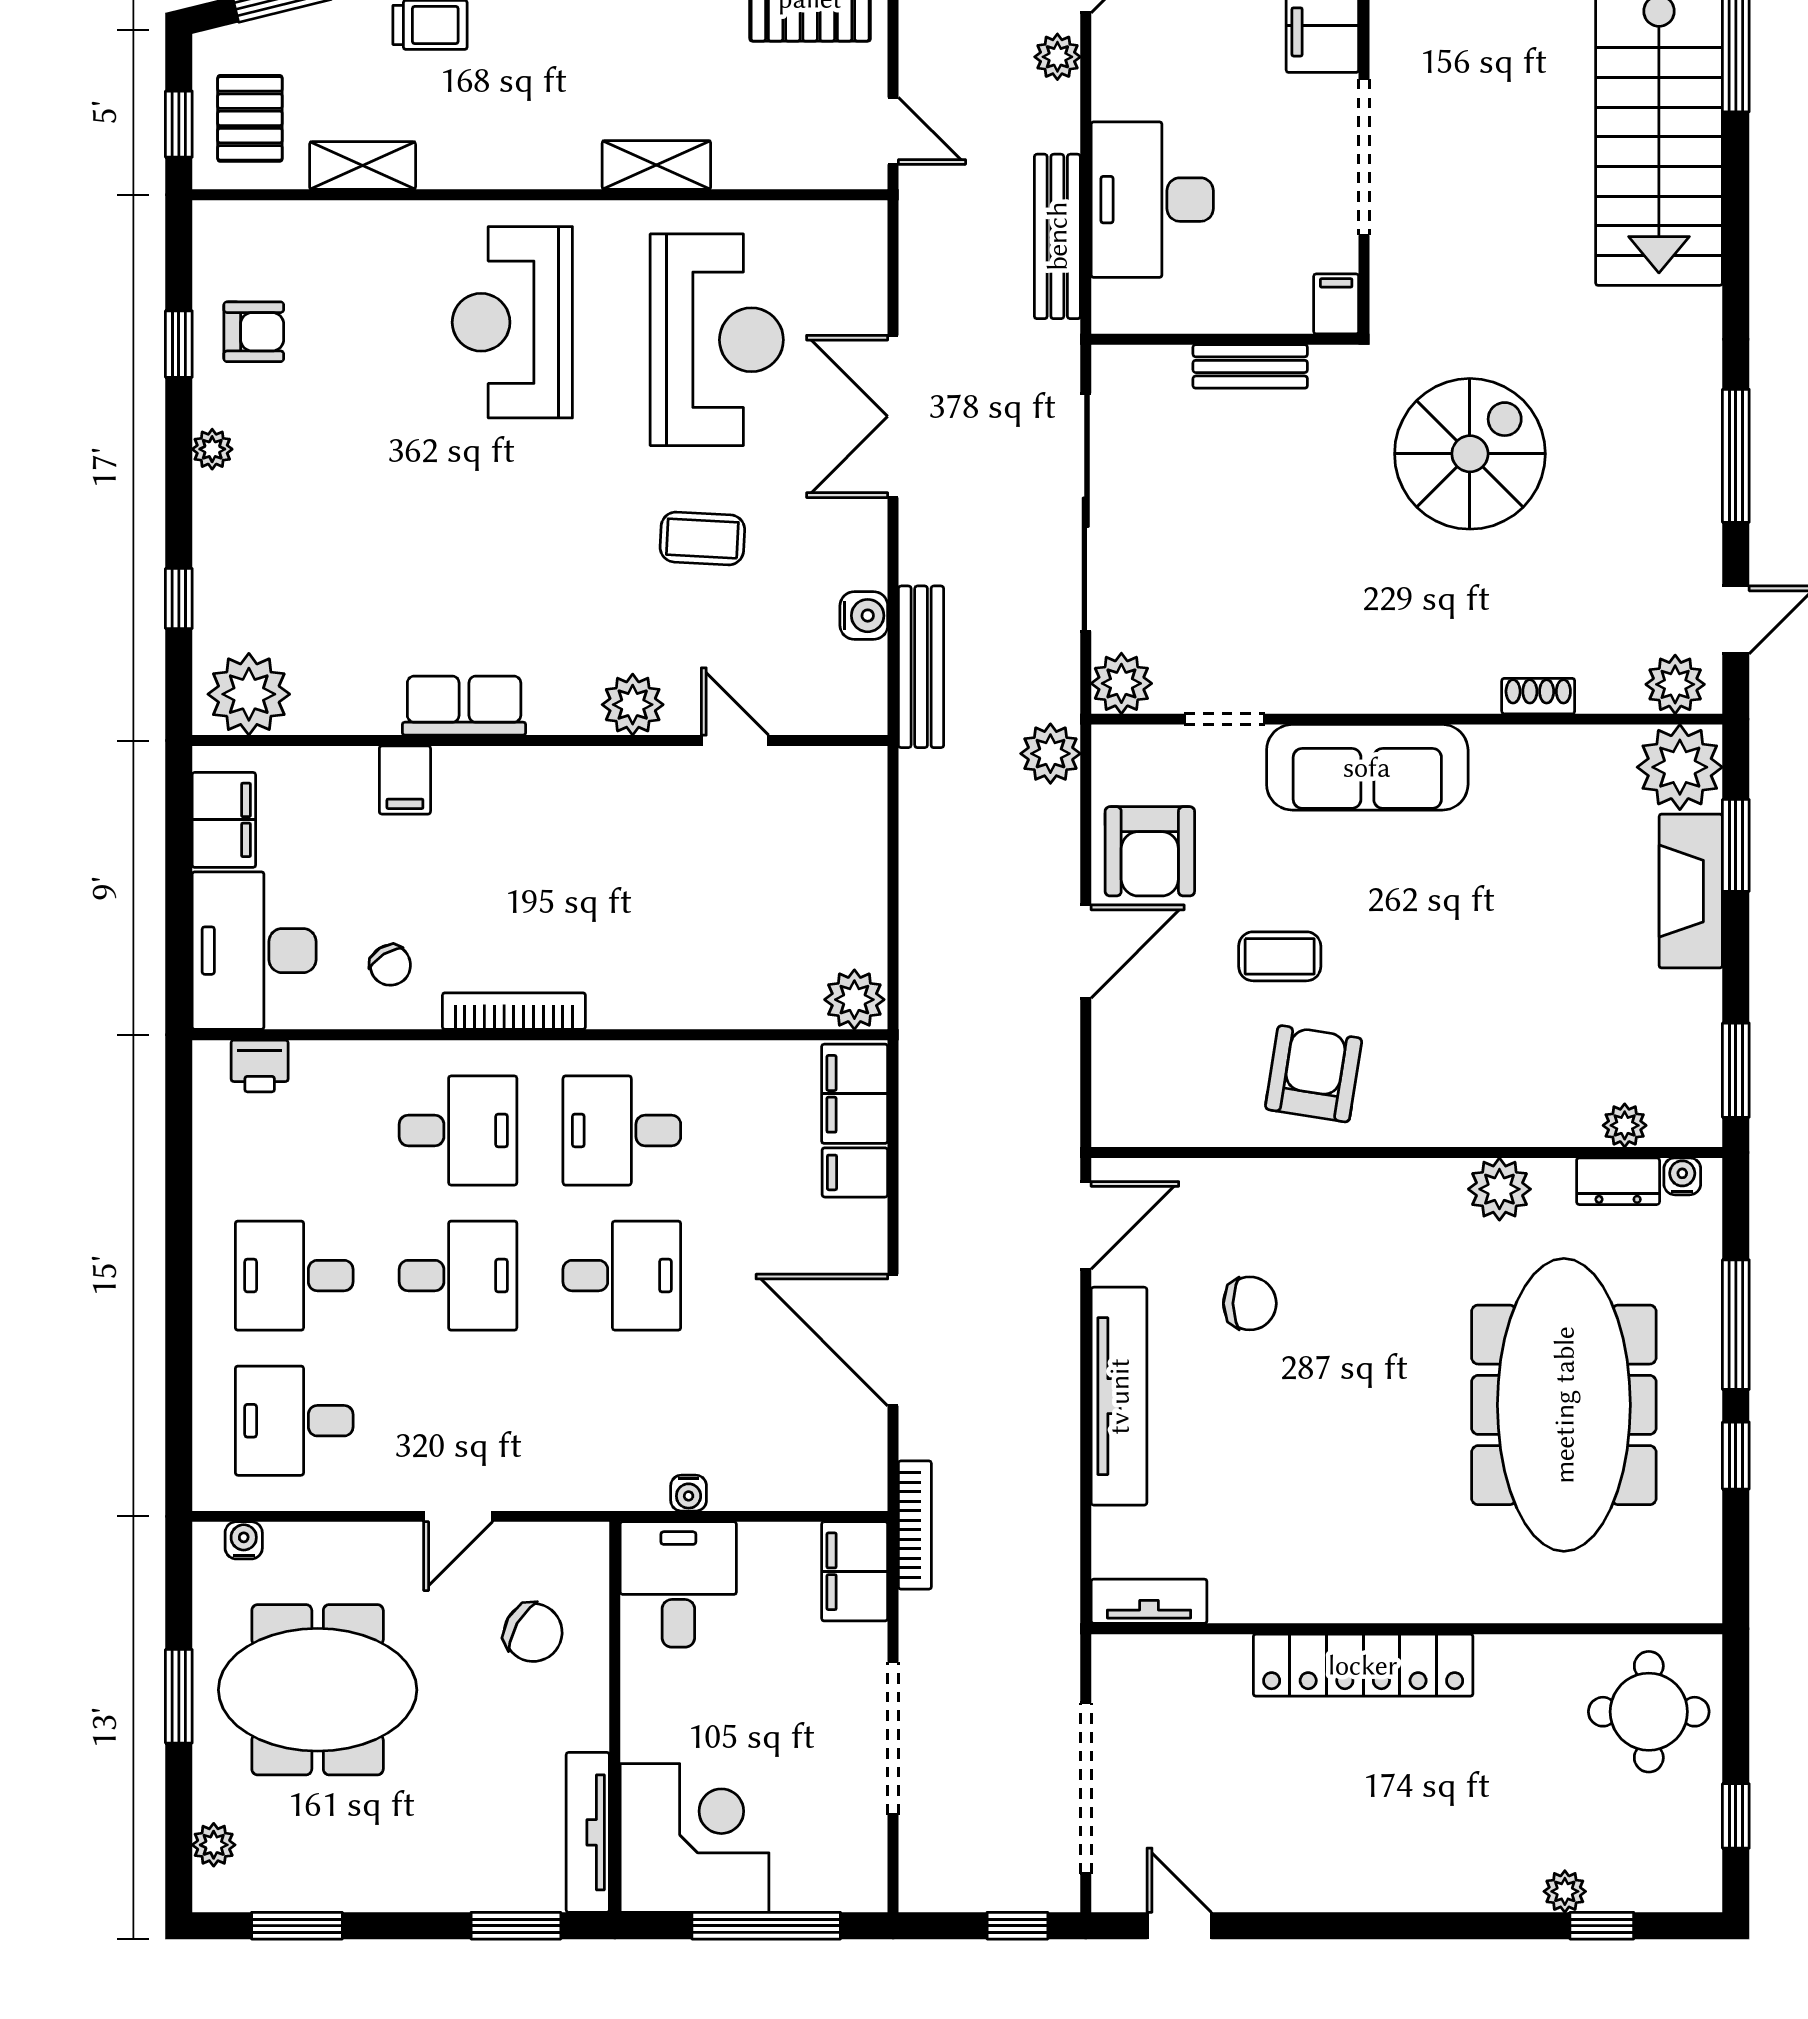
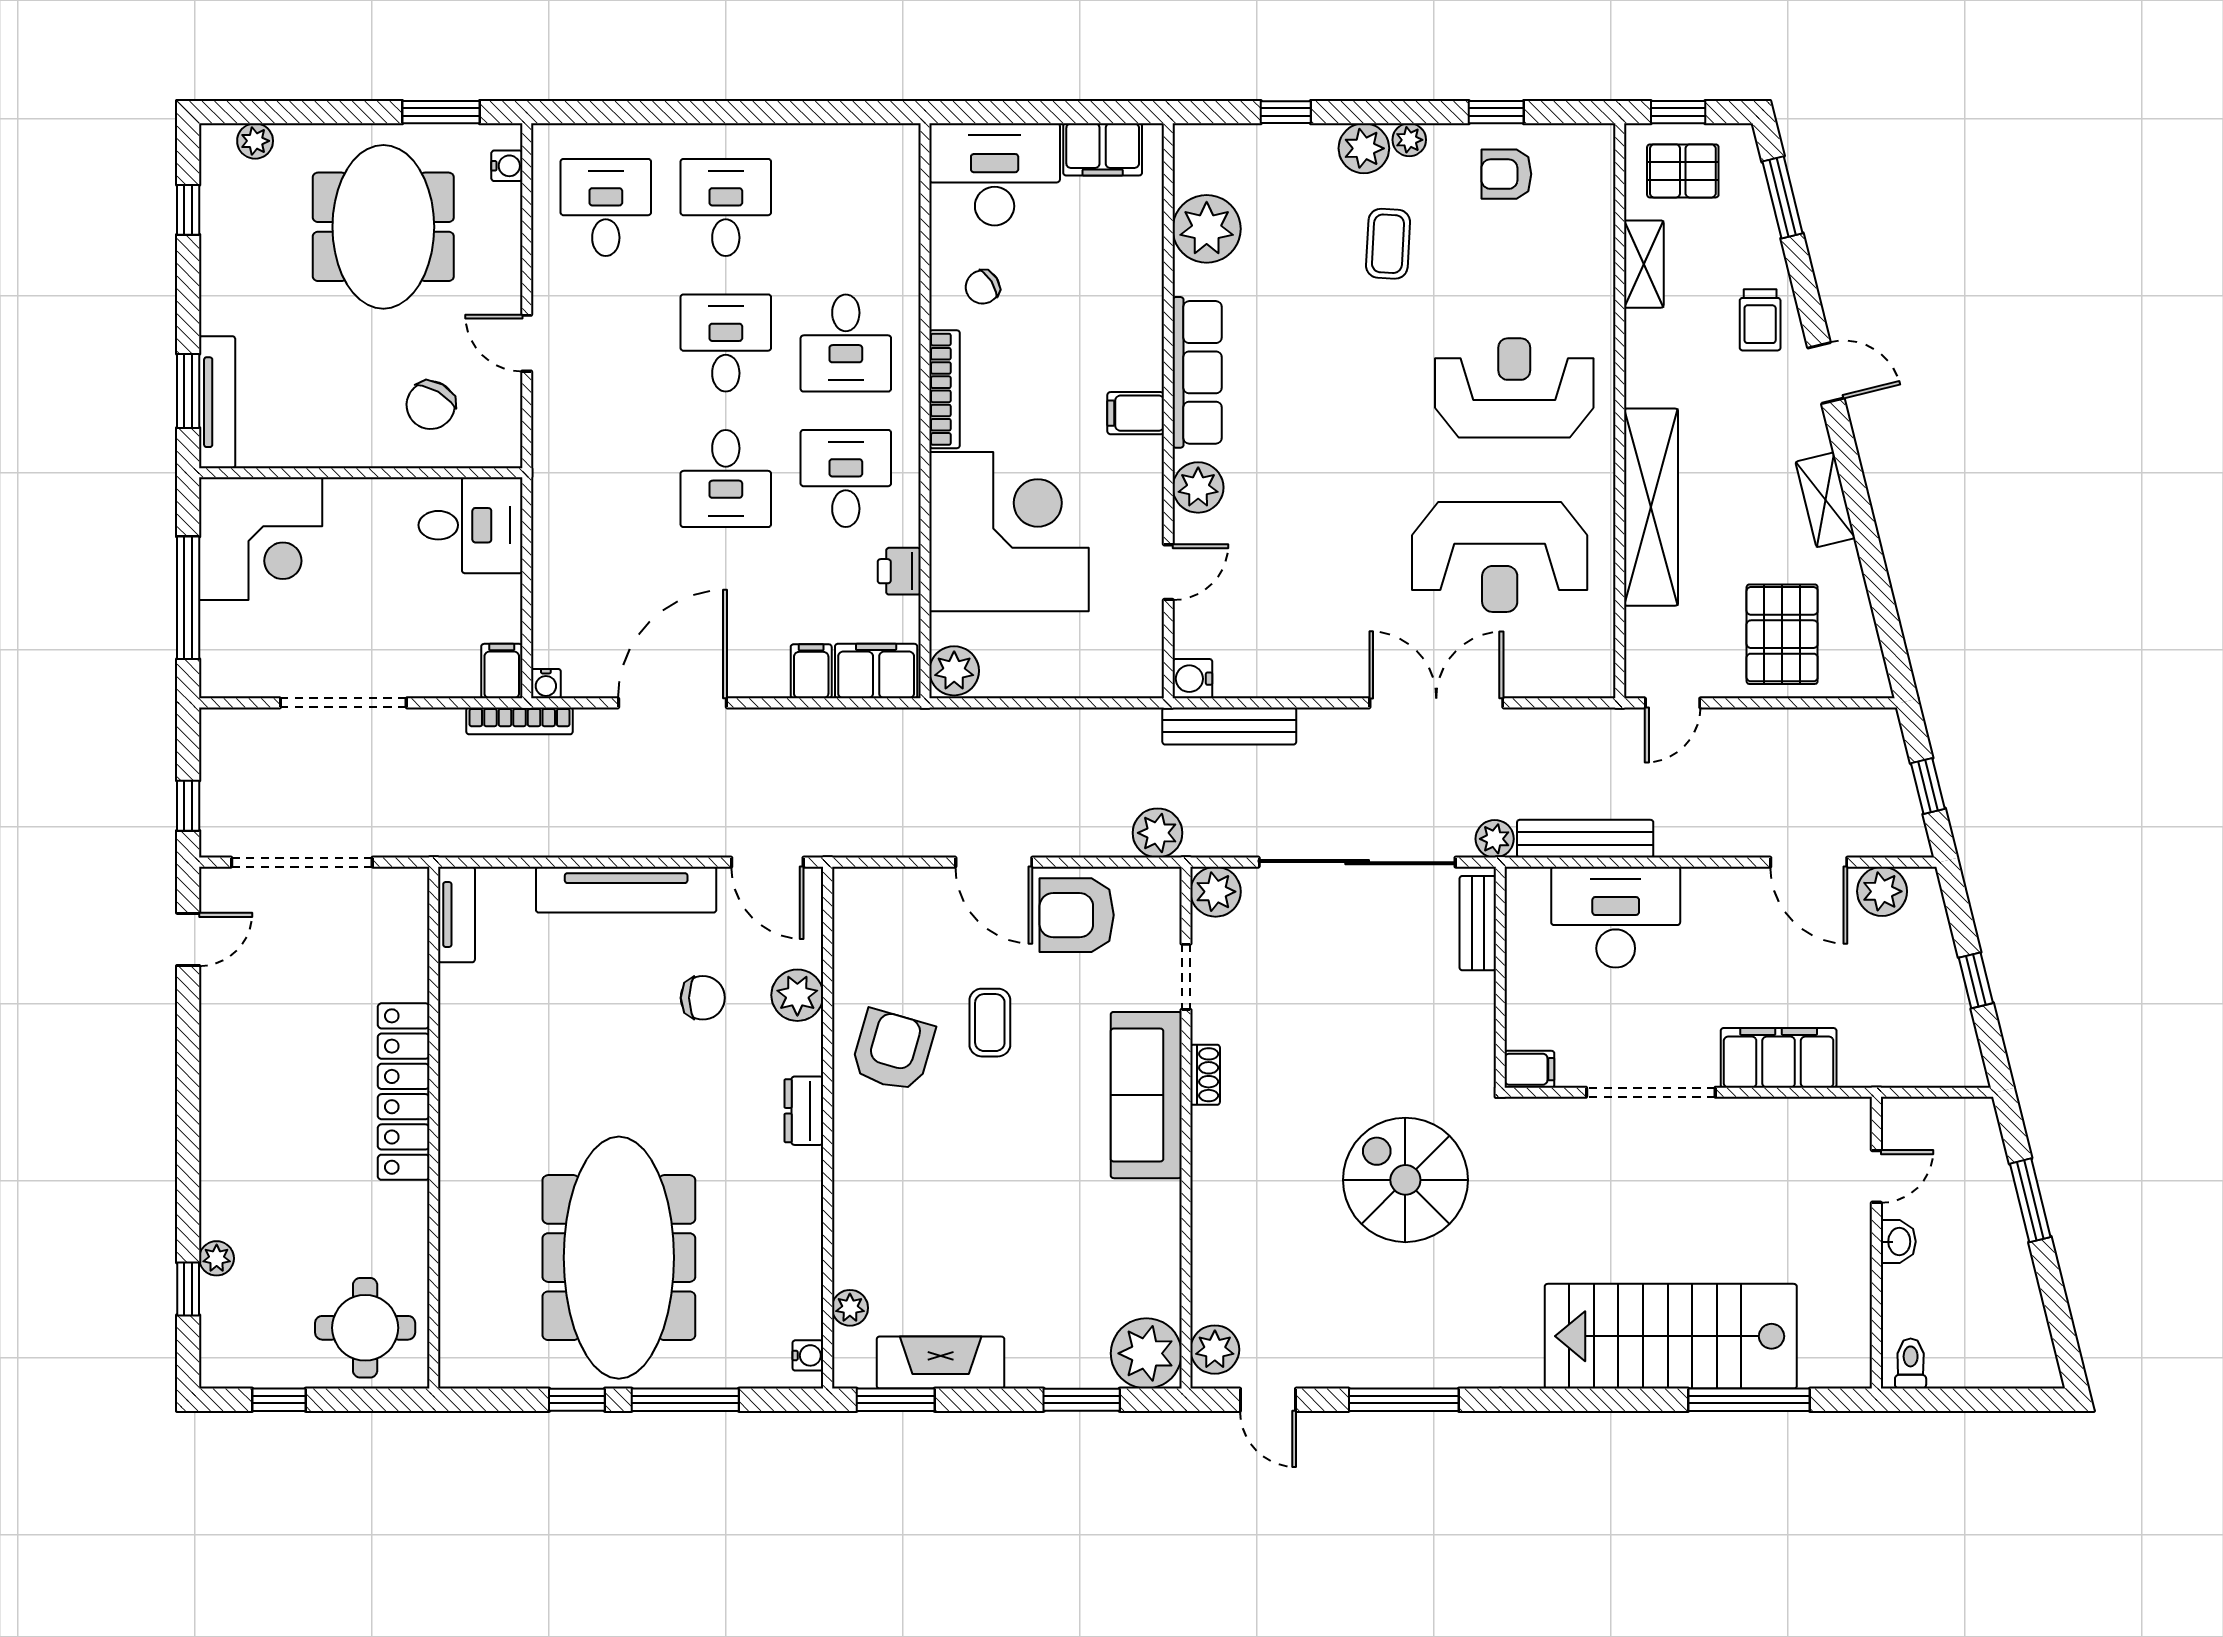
plant: (1057, 57) -> (1495, 839), moved
shelving: (656, 165) -> (1651, 507), width x2.20, depth x1.33
armchair: (254, 332) -> (1506, 174), turned 90
bench: (1250, 366) -> (1478, 923), moved
spiral stairs: (1470, 454) -> (1405, 1180), turned 180
plant: (223, 504) -> (1364, 148), added
coffee table: (702, 538) -> (1388, 244), moved
water cooler: (864, 616) -> (1192, 679), moved, turned 90
plant: (249, 694) -> (1207, 229), moved
shoe rack: (1538, 696) -> (1205, 1075), moved
row of seats: (464, 706) -> (1197, 372), width x1.48
filing cabinet: (405, 780) -> (1136, 413), moved
fireplace: (1691, 891) -> (941, 1363), moved
corner desk: (686, 933) -> (1009, 532), added
printer: (260, 1066) -> (899, 571), moved
armchair: (1314, 1074) -> (893, 1051), turned -83
dresser: (1618, 1181) -> (804, 1111), moved
plant: (1499, 1189) -> (797, 995), moved
desk: (458, 1276) -> (726, 343), turned 180
chair: (1250, 1303) -> (703, 998), turned -90
meeting table: (1564, 1405) -> (619, 1258), turned 90
water cooler: (689, 1493) -> (546, 684), moved, turned -90
filing cabinet: (855, 1571) -> (502, 671), width x0.50
window: (179, 1696) -> (441, 112), moved
tv unit: (588, 1832) -> (217, 402), moved, turned 90
window: (297, 1926) -> (188, 210), width x0.67

